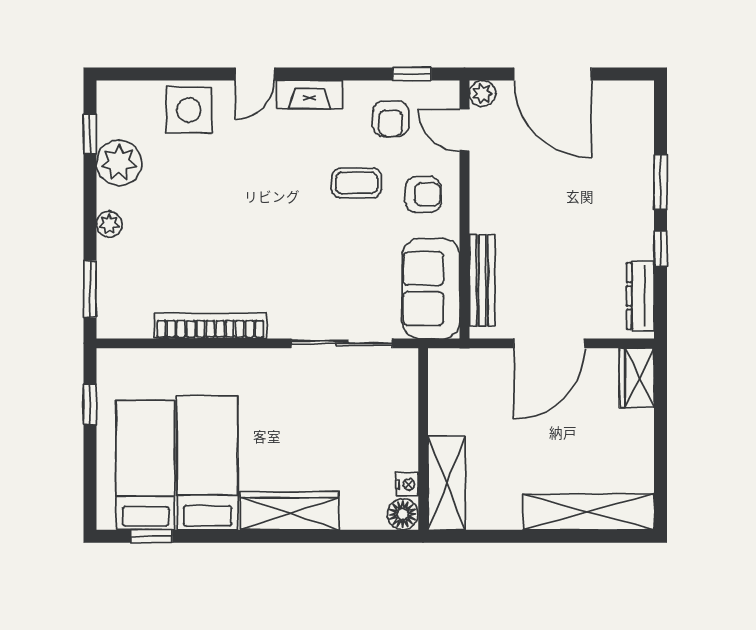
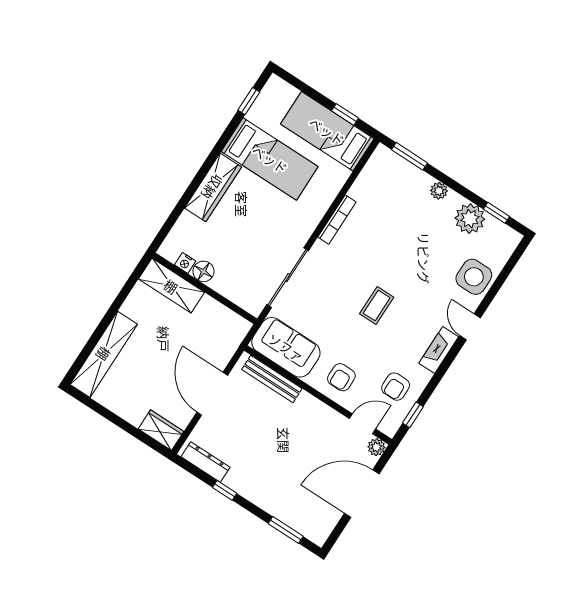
armchair: (391, 119) -> (396, 387), turned -90
window: (661, 182) -> (286, 530), moved
coffee table: (357, 183) -> (377, 306), moved
bookcase: (210, 326) -> (337, 219), width x0.68, depth x0.76
bed: (145, 465) -> (327, 131), moved, turned 180
floor lamp: (403, 514) -> (203, 271), moved

